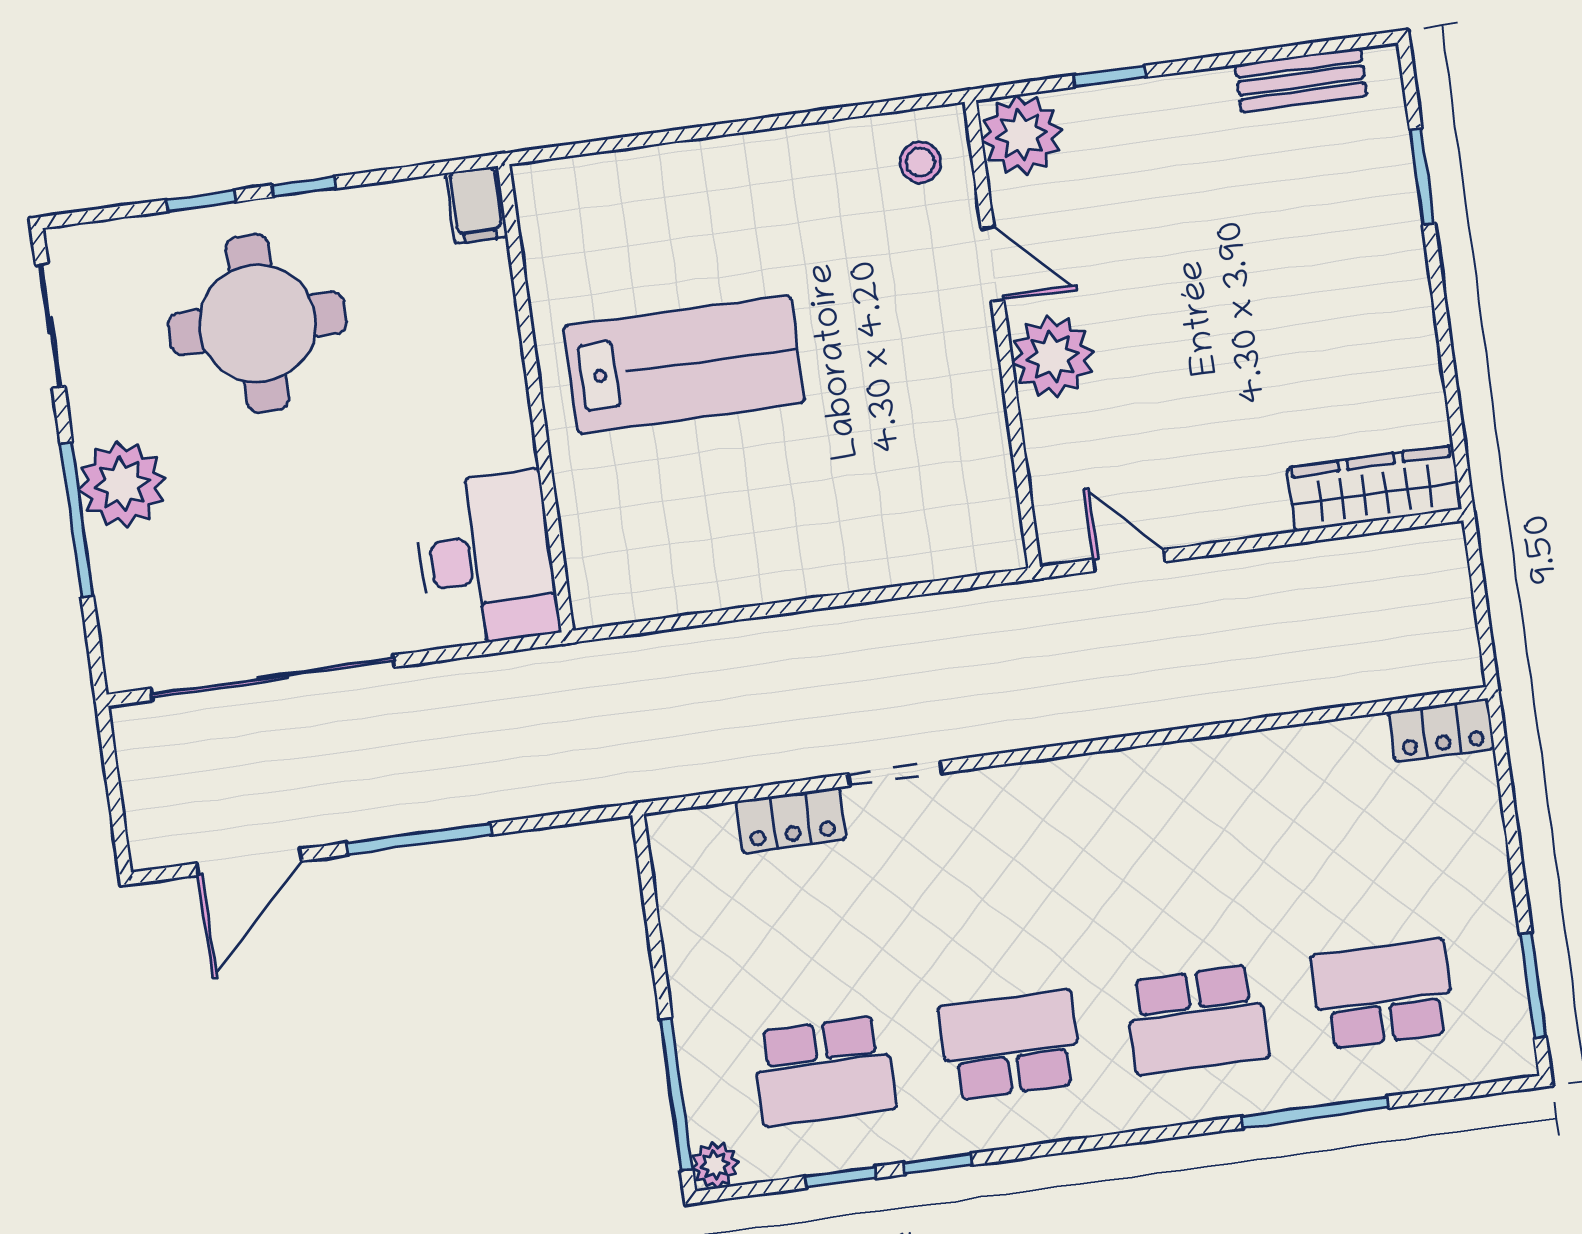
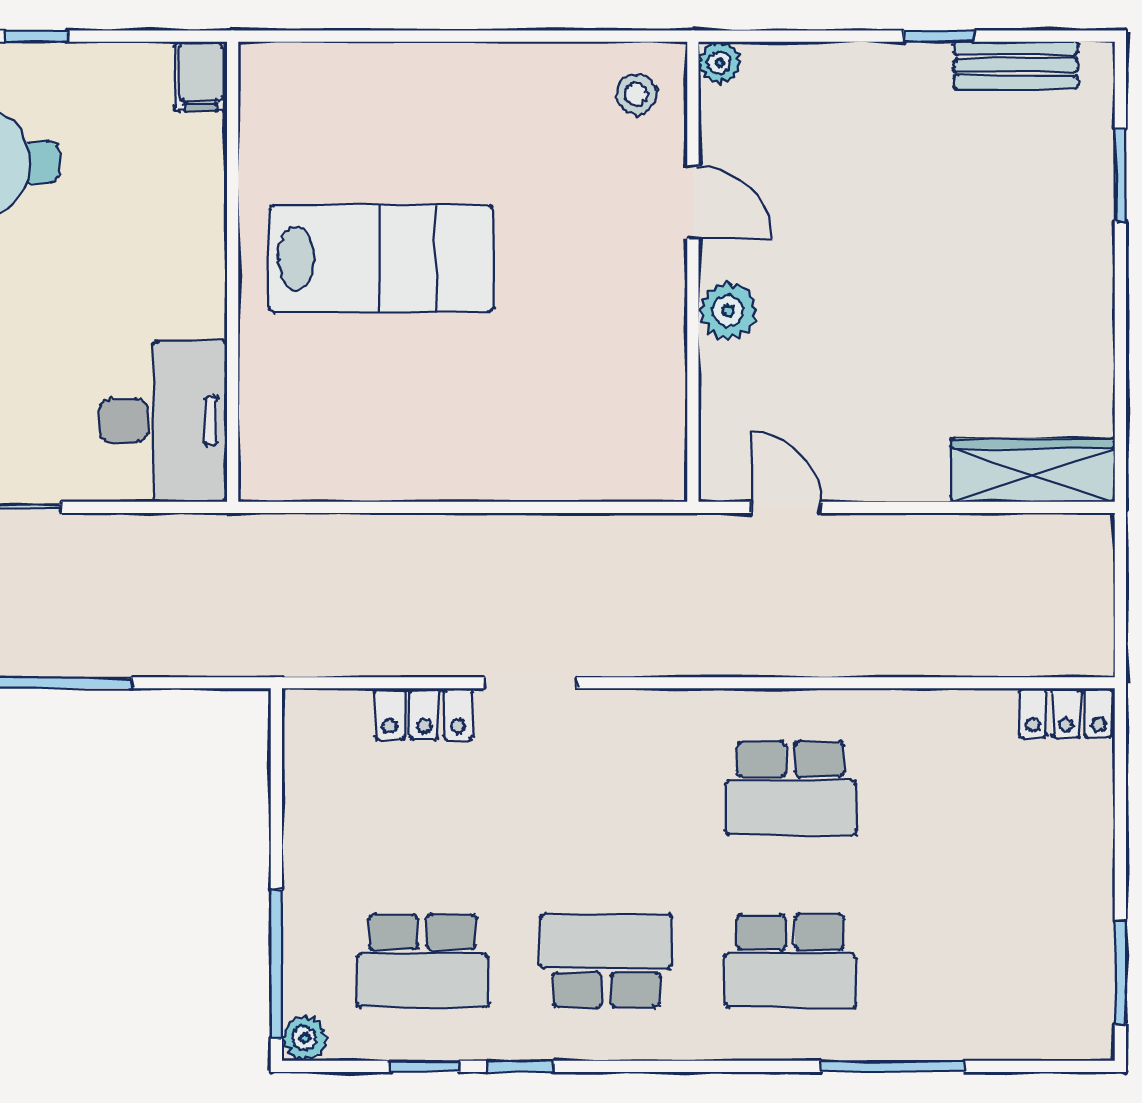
window: (1110, 76) -> (939, 36), moved
plant: (1022, 135) -> (719, 63), width x0.53, depth x0.53
plant: (1053, 357) -> (728, 311), width x0.73, depth x0.73
school desk: (1383, 994) -> (790, 788), moved, turned 180

